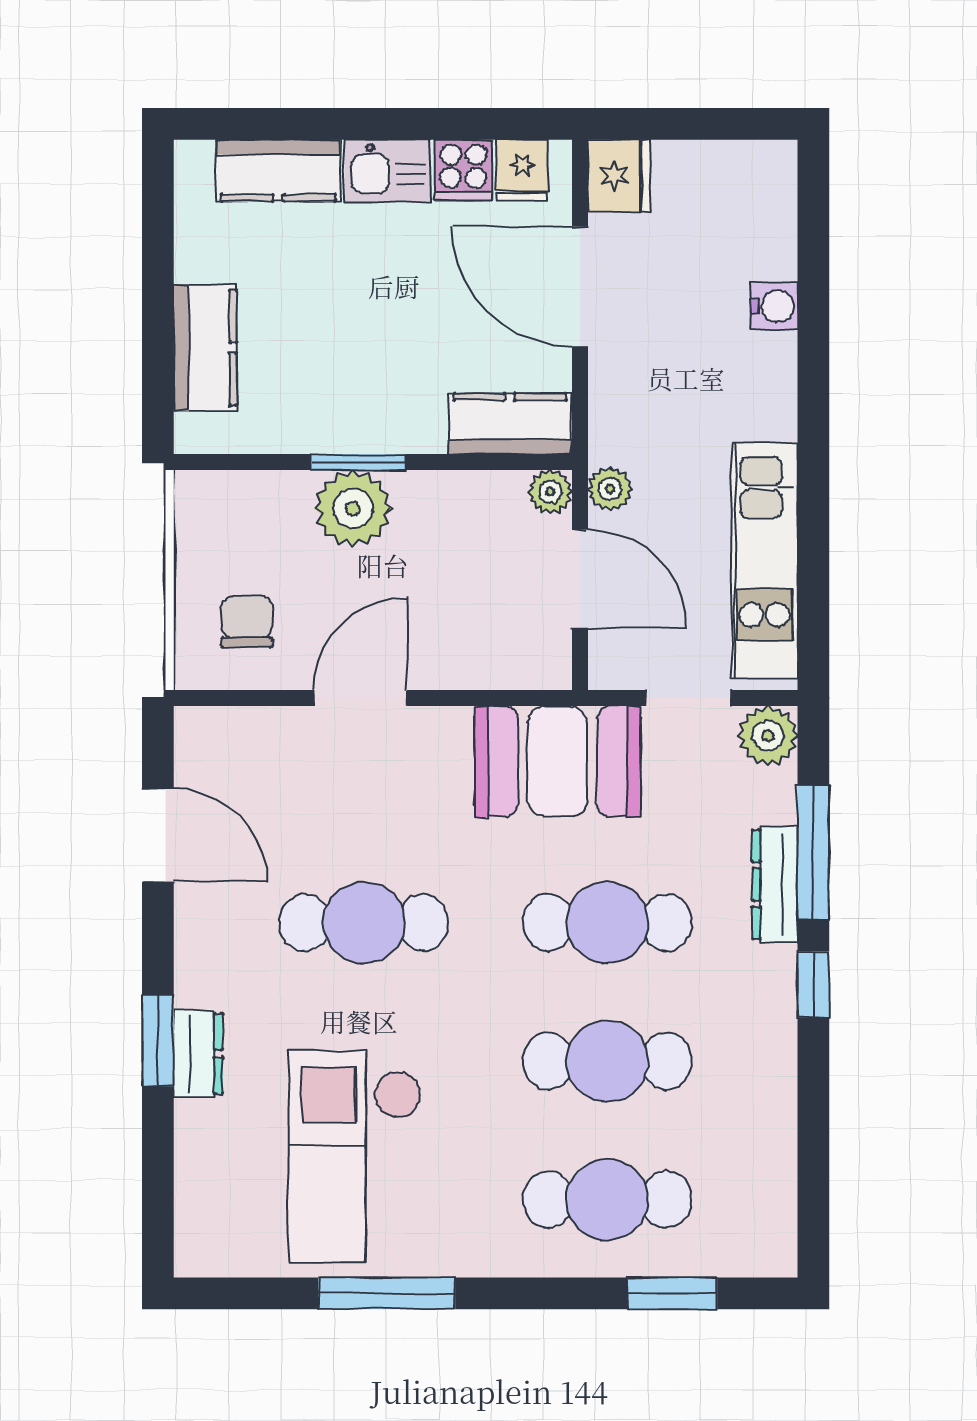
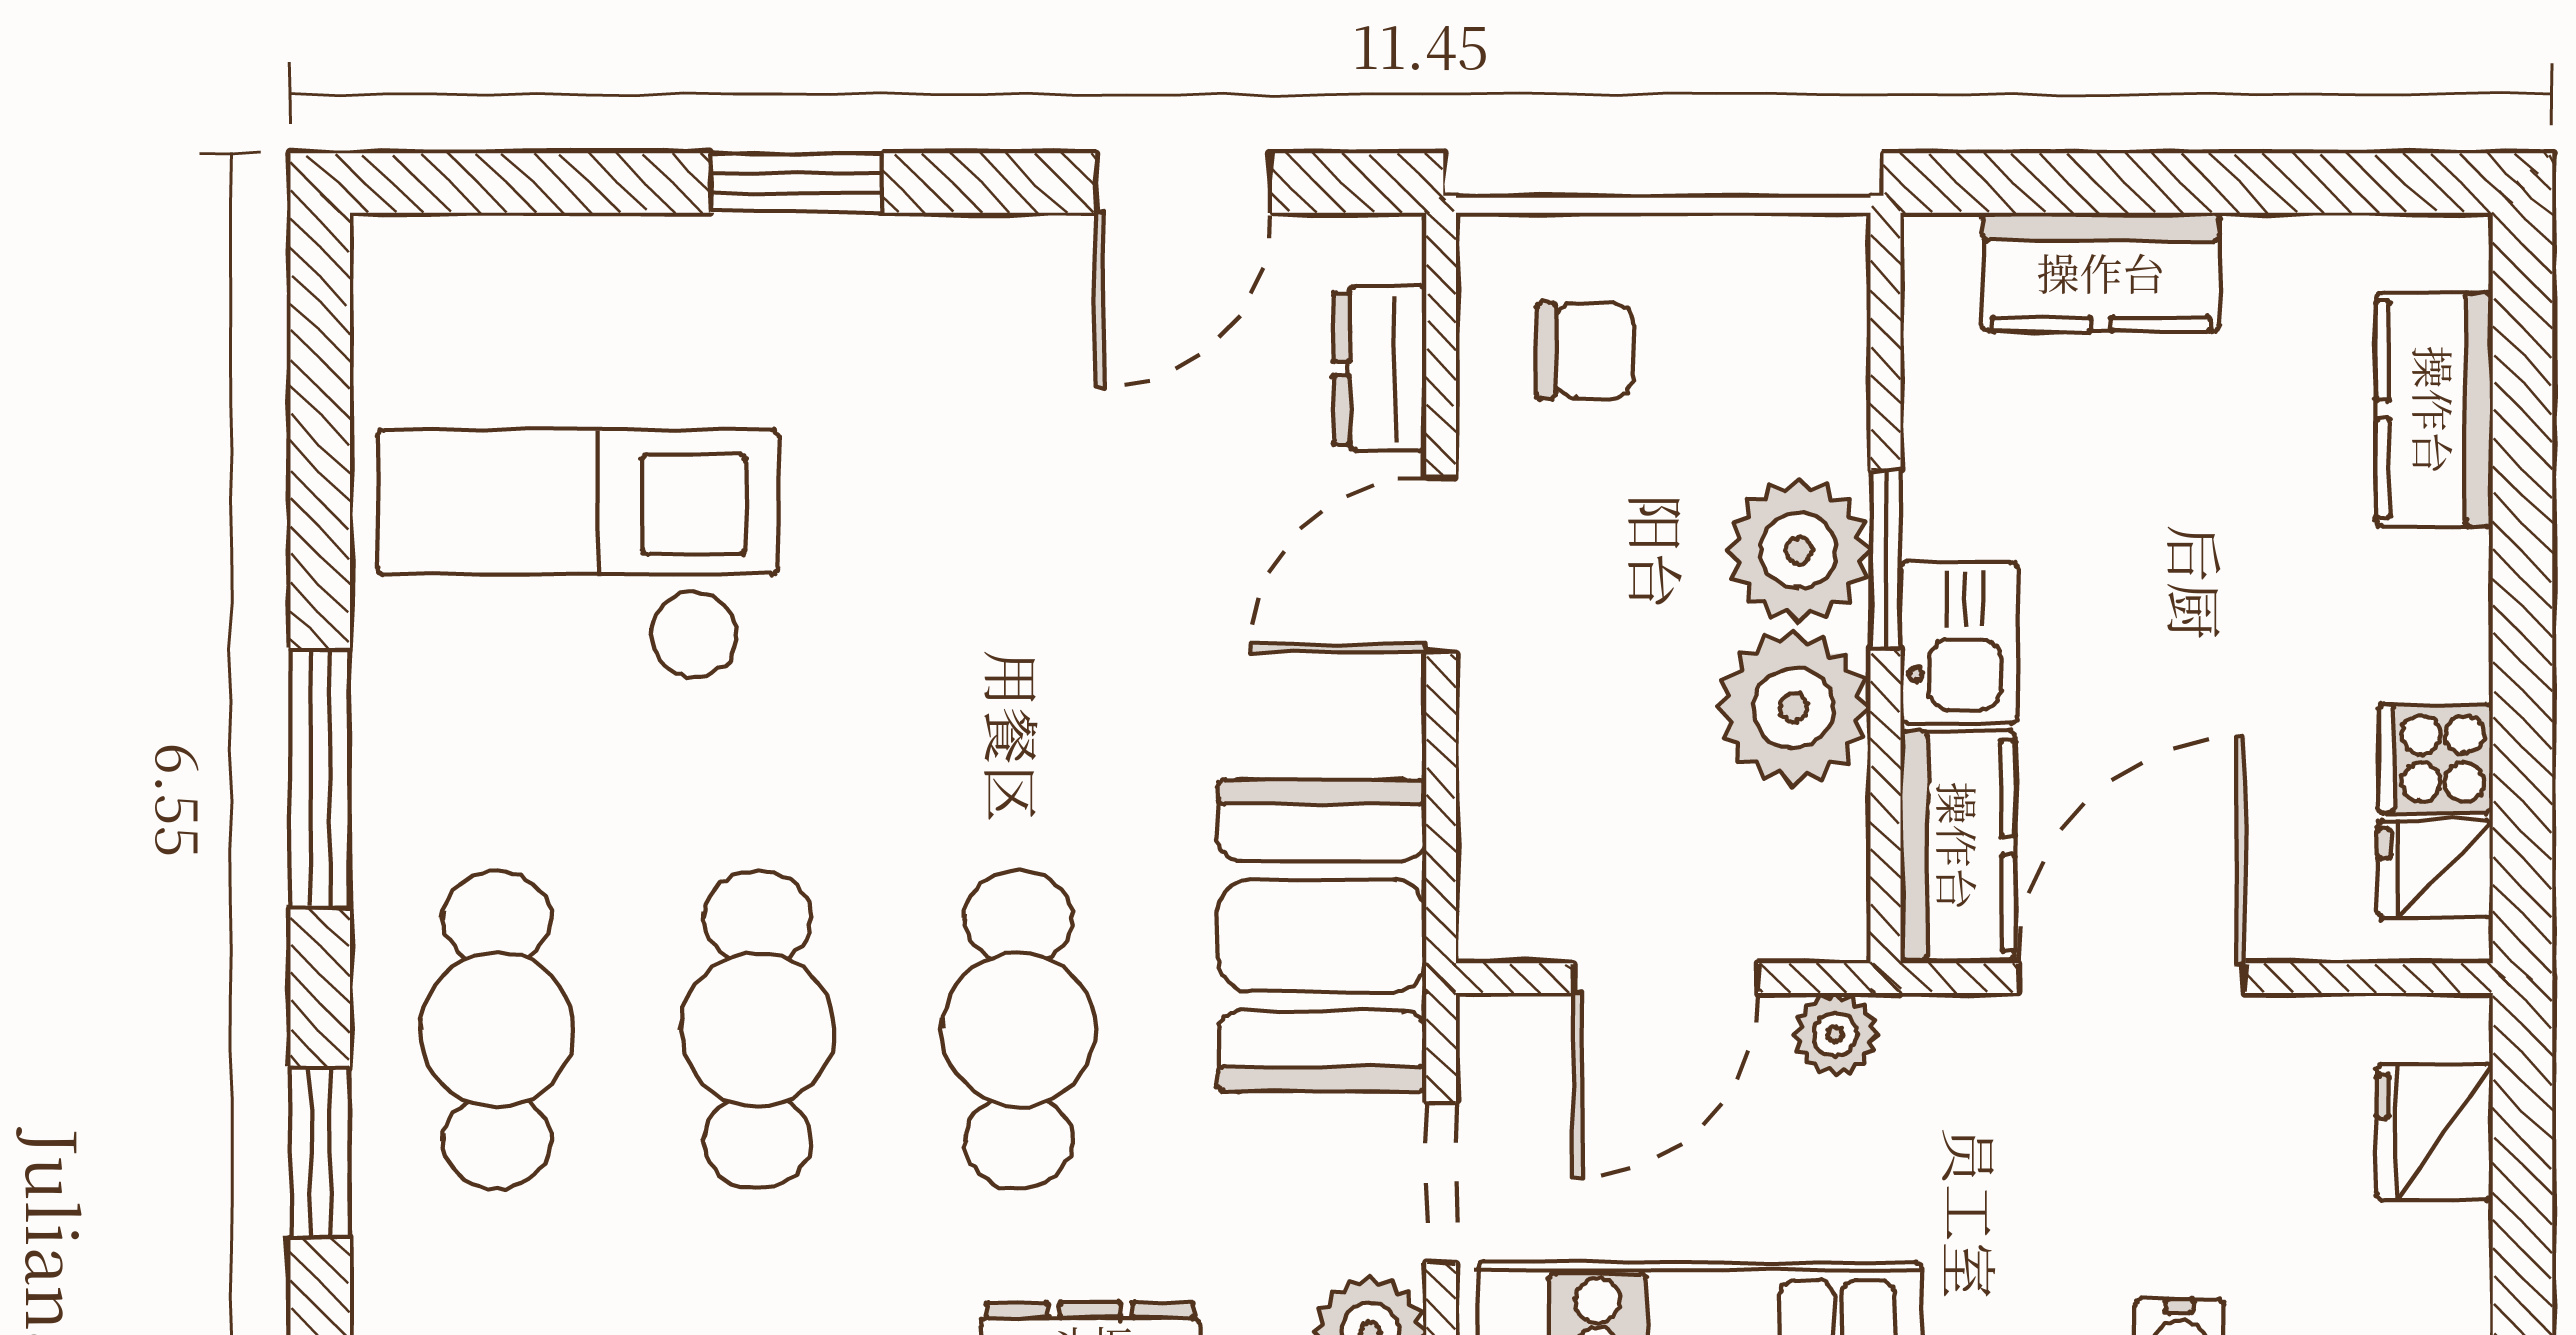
kitchen sink: (387, 171) -> (1959, 642), moved, turned 180
fridge: (619, 176) -> (2434, 1132), moved, turned 90
door: (580, 287) -> (2132, 978), moved
plant: (550, 492) -> (1793, 708), moved, width x1.88, depth x1.88
door: (361, 698) -> (1441, 565), swing flipped
cafe table: (364, 923) -> (1018, 571), removed
dresser: (198, 1054) -> (1380, 368), moved, turned 90
window: (387, 1293) -> (320, 778), moved

